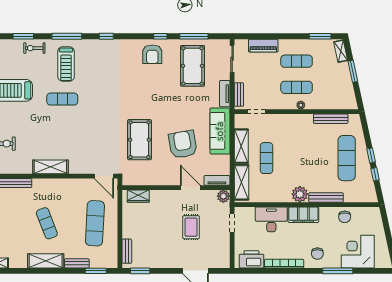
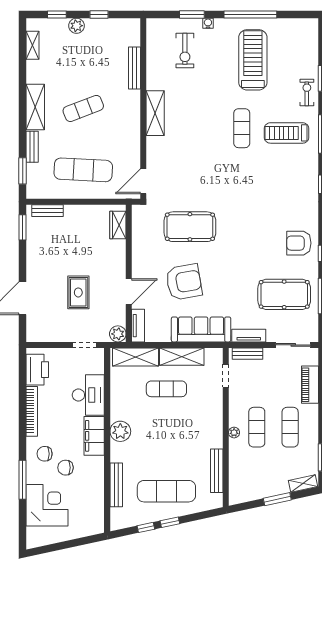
bench: (326, 197) -> (116, 485), moved
chair: (345, 217) -> (65, 468), moved
rug: (191, 227) -> (78, 292), turned 90

